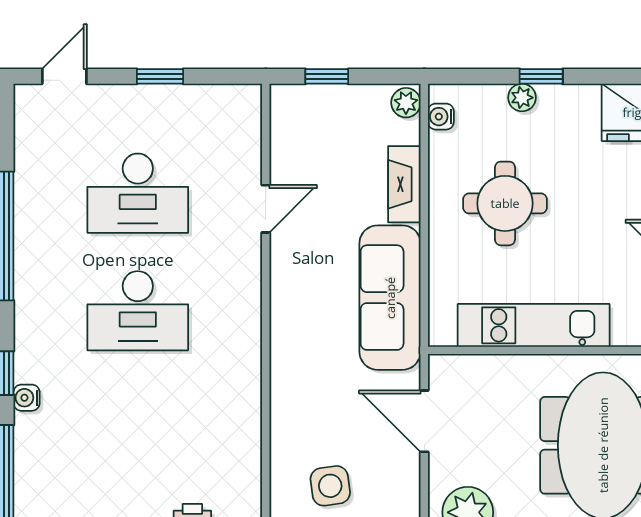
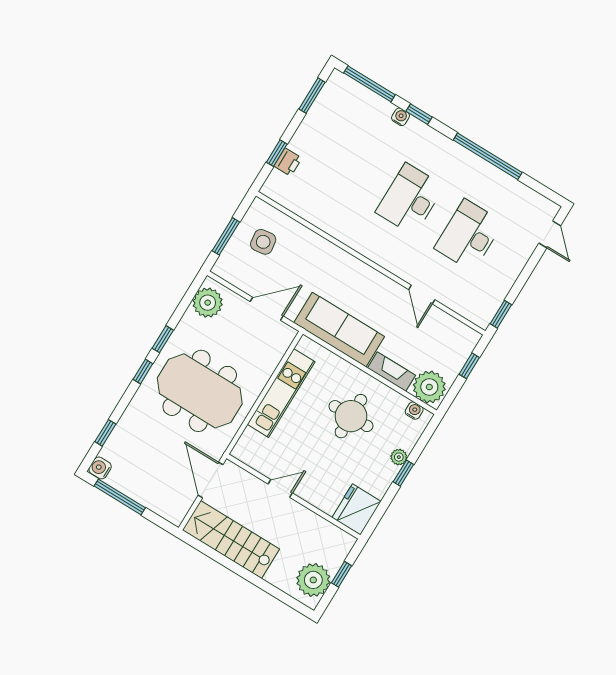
window: (160, 76) -> (501, 314), moved
plant: (406, 103) -> (429, 387), width x1.87, depth x1.87

